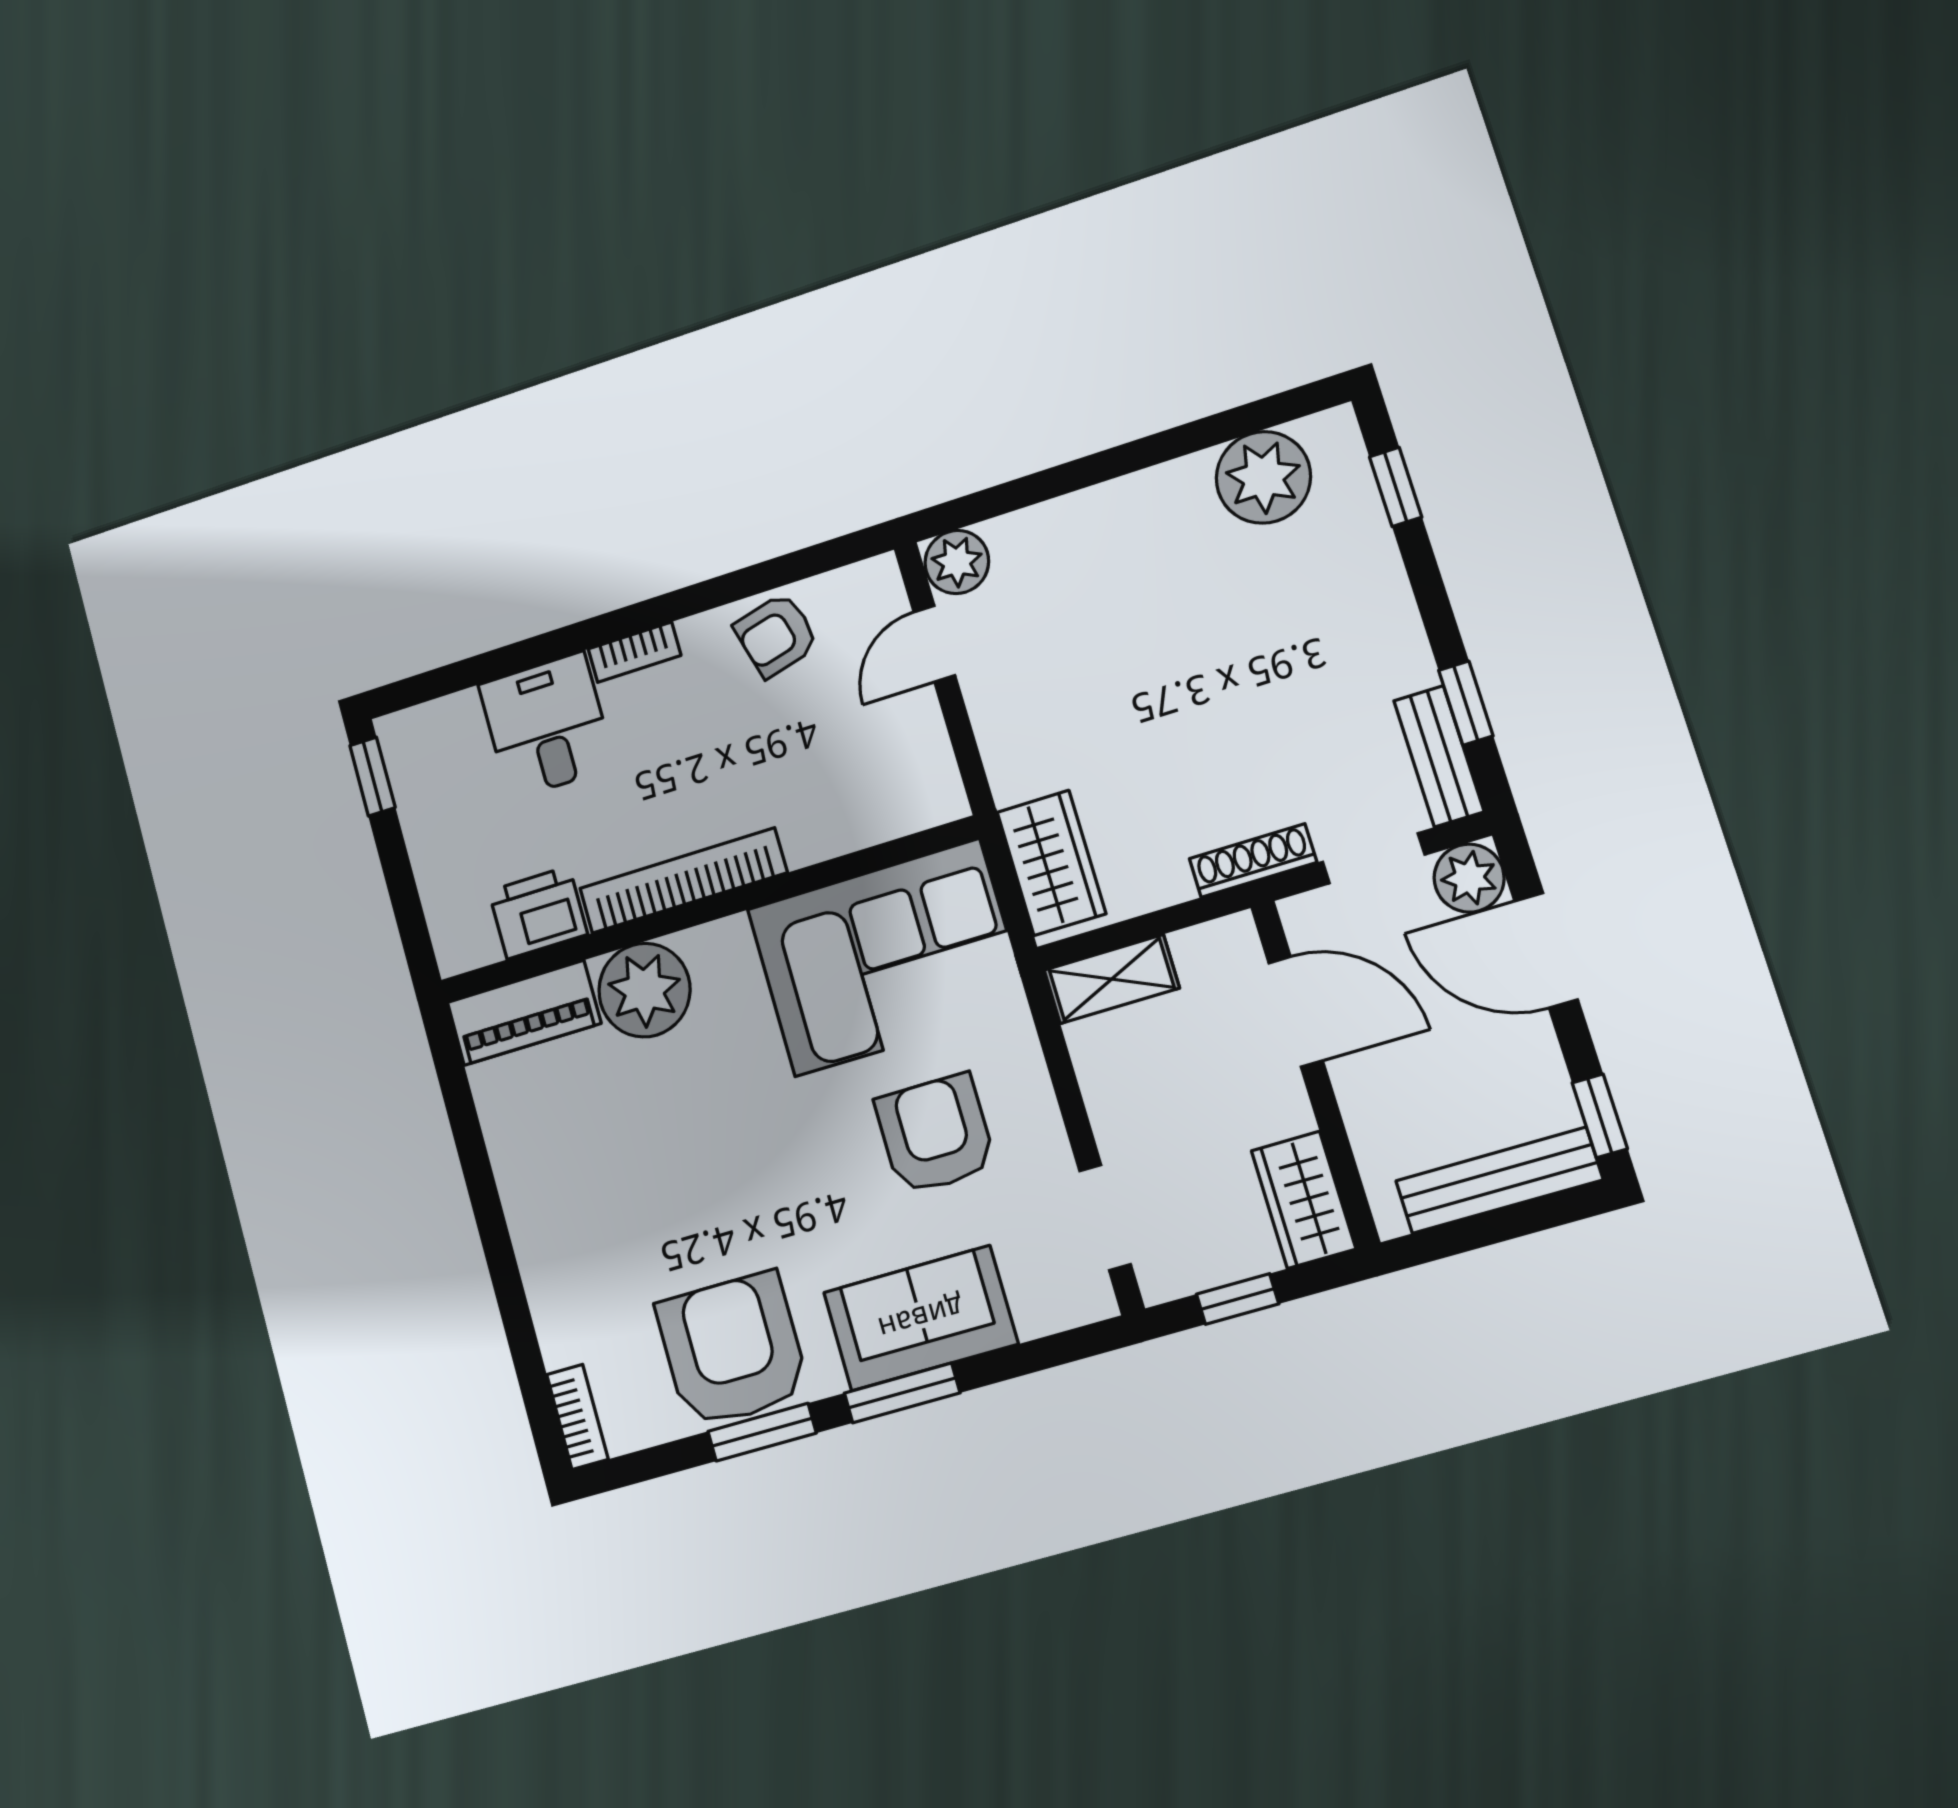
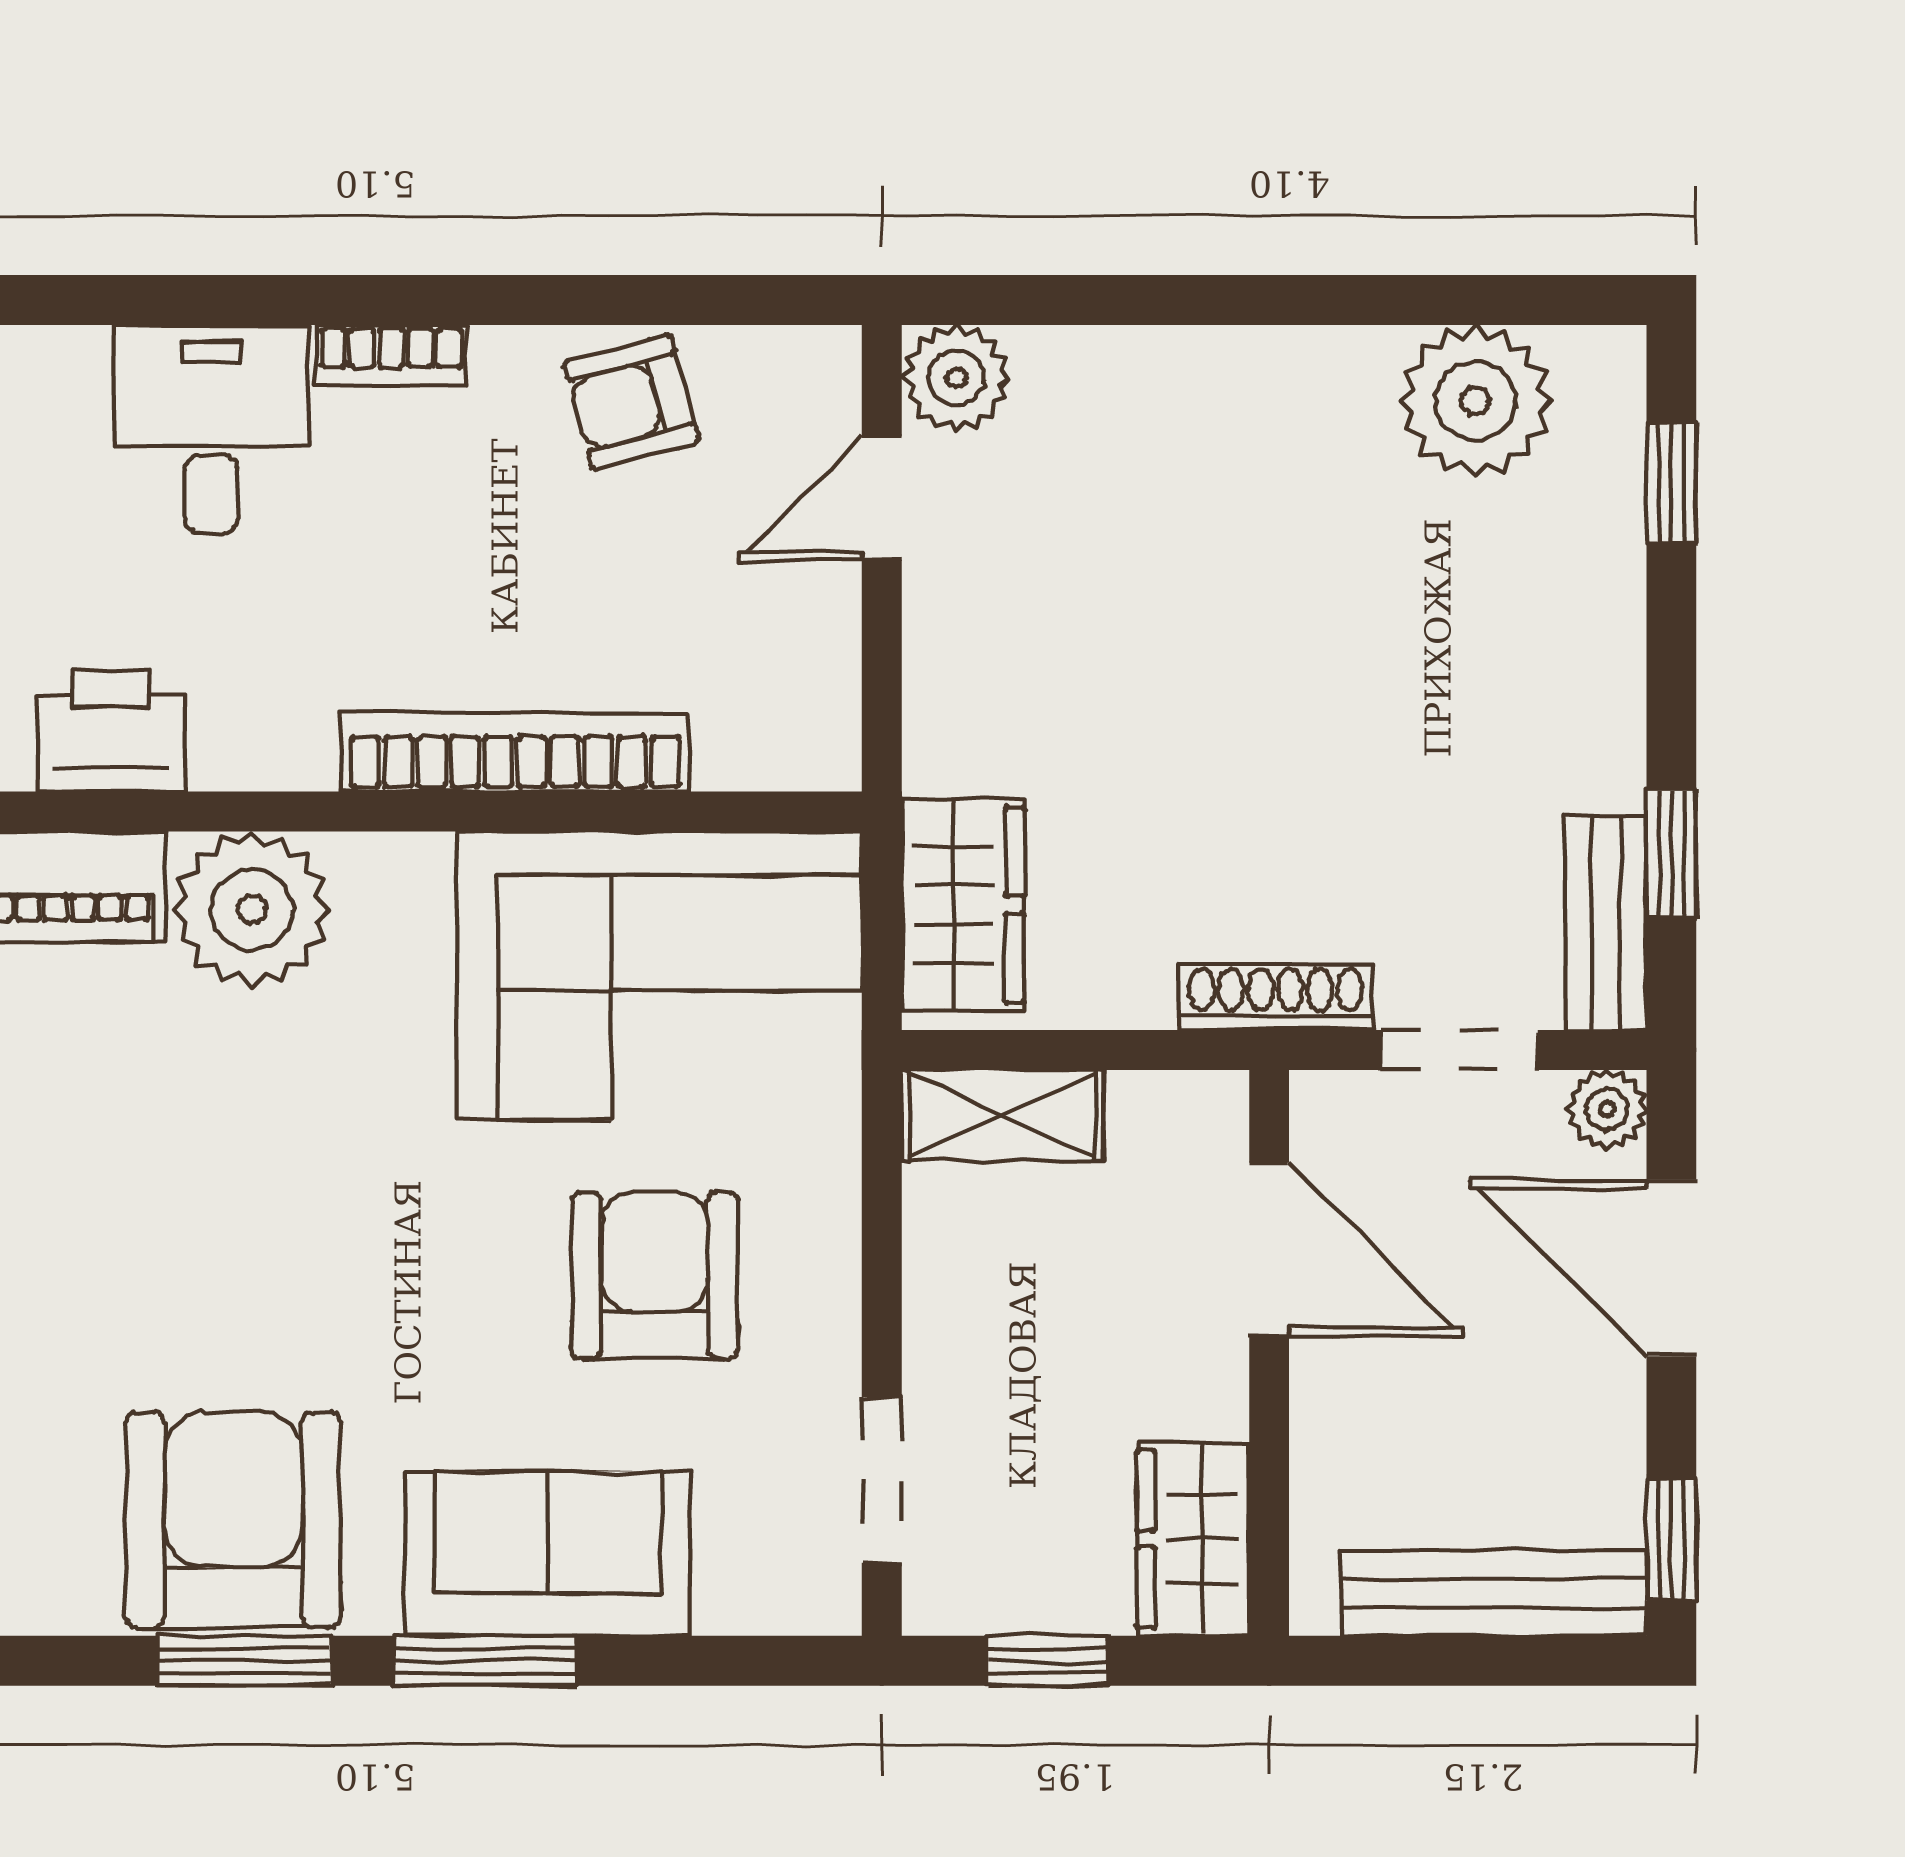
plant: (1469, 878) -> (1607, 1109), width x0.73, depth x0.73
bookcase: (683, 880) -> (515, 752), moved

